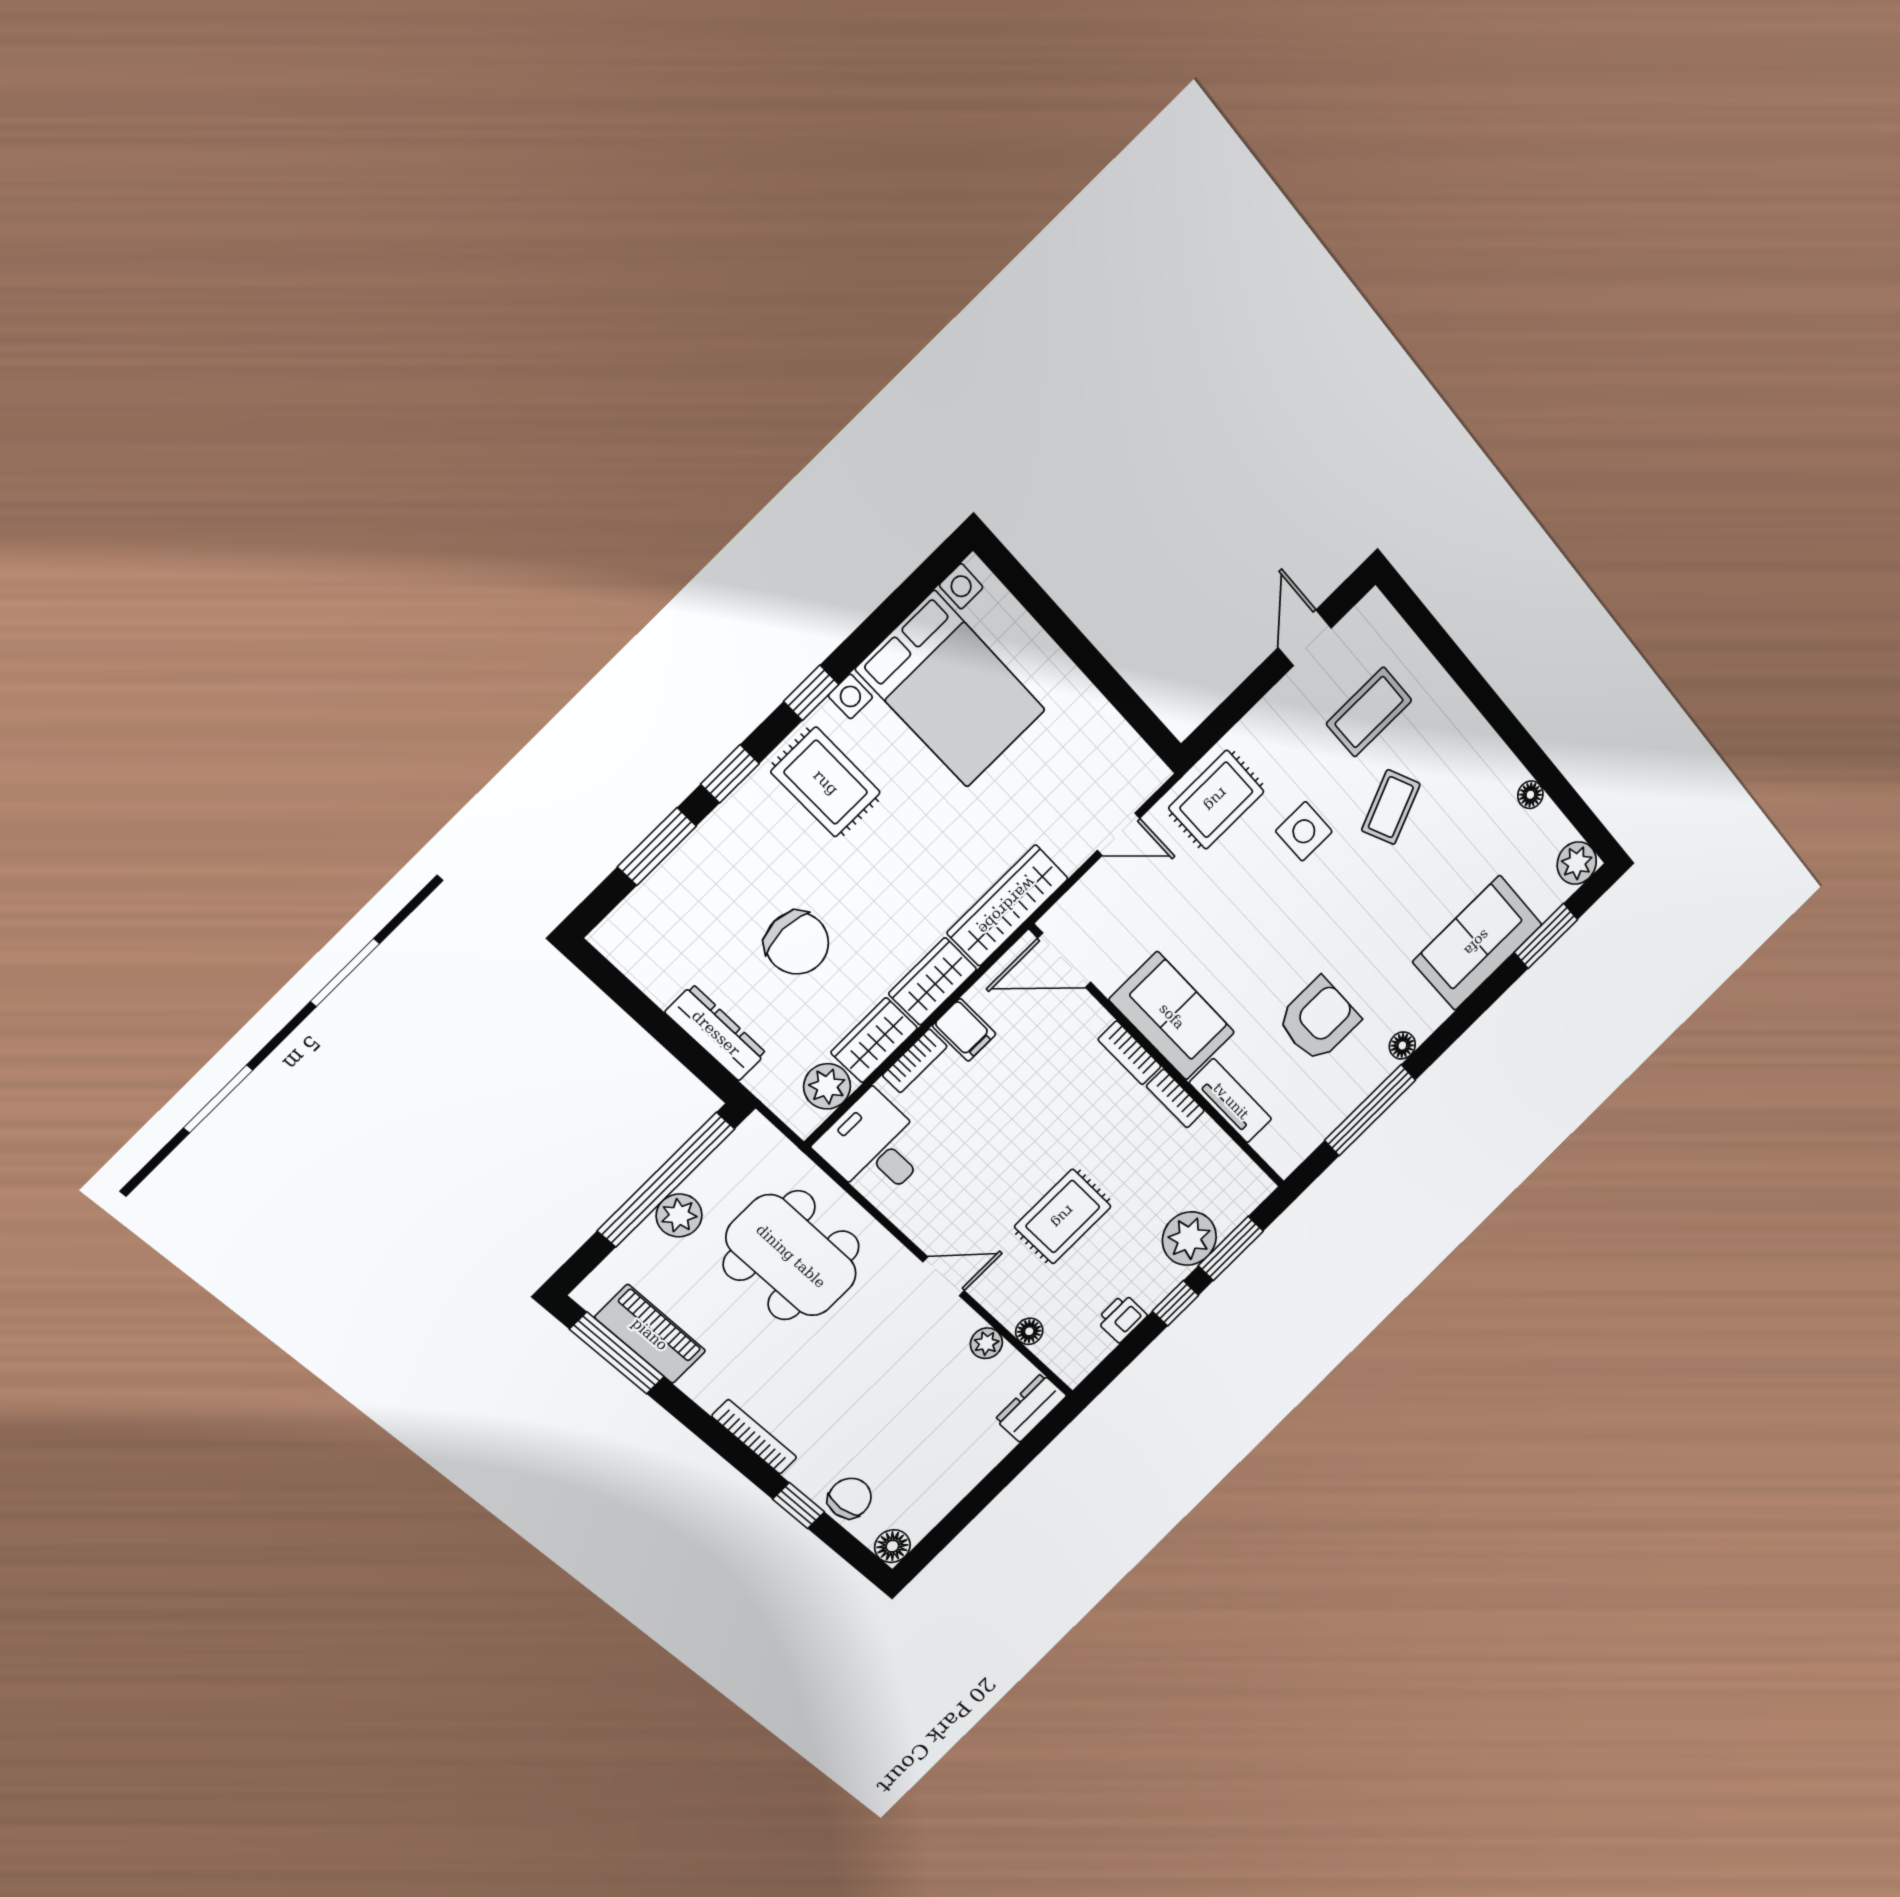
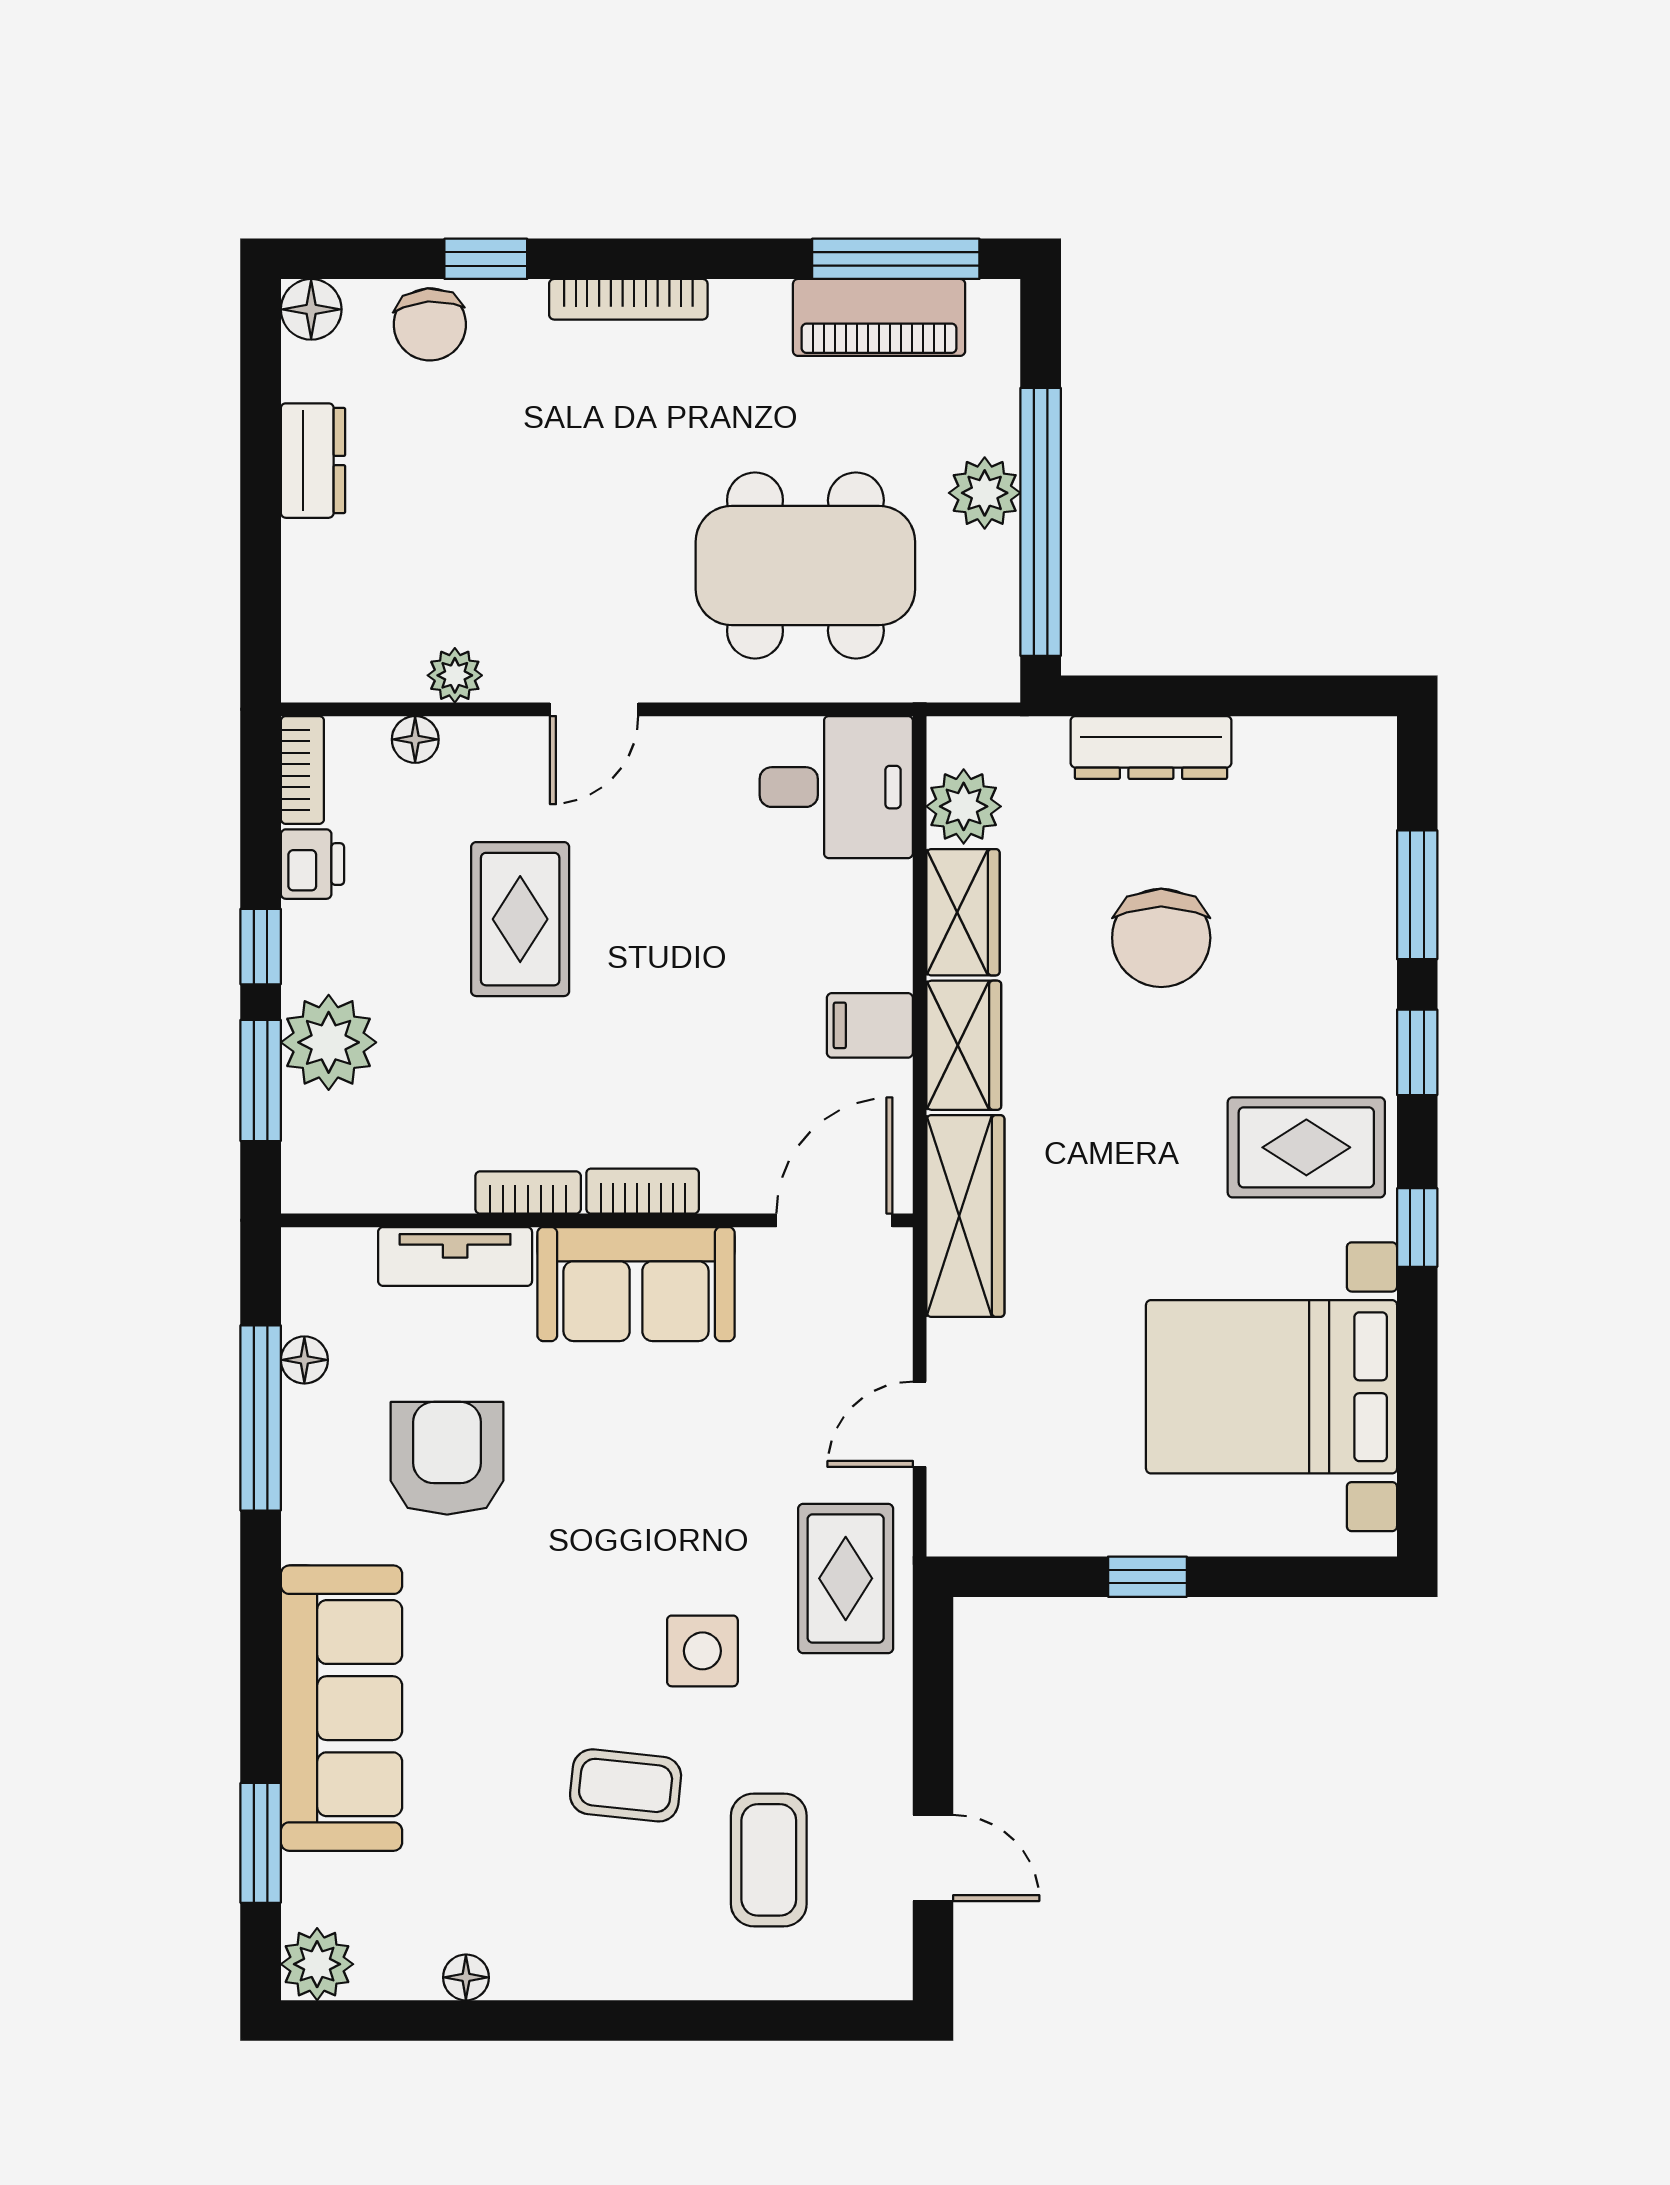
window: (1091, 662) -> (1147, 1577), added
coffee table: (1391, 807) -> (626, 1785), turned -60
chair: (797, 943) -> (1161, 938), turned -90
sofa: (1477, 943) -> (341, 1708), width x1.36
armchair: (1318, 1020) -> (447, 1458), turned 180
floor lamp: (1402, 1045) -> (304, 1360), moved
bookcase: (915, 1061) -> (302, 770), moved, turned 180
dresser: (1031, 1408) -> (313, 461), moved

